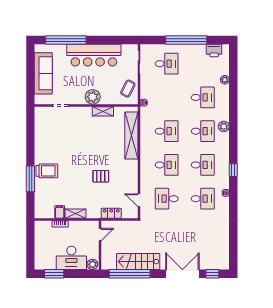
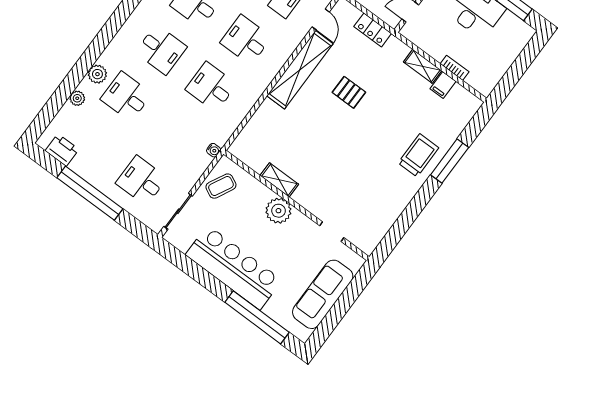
plant: (224, 126) -> (97, 74), moved
desk: (203, 131) -> (161, 50), turned 180
shelving: (131, 135) -> (300, 70), moved
trolley: (47, 171) -> (418, 155), turned 90

